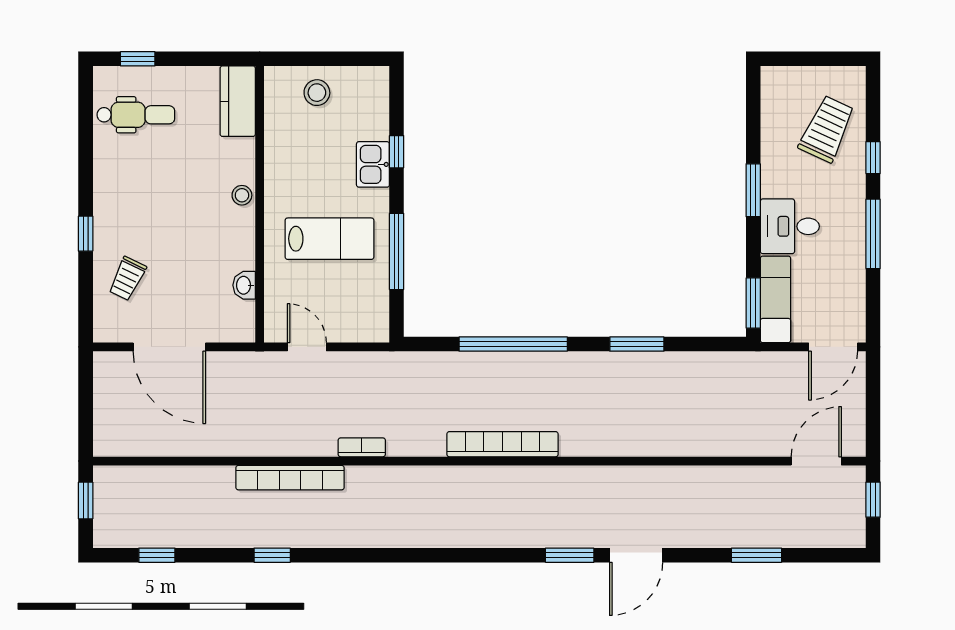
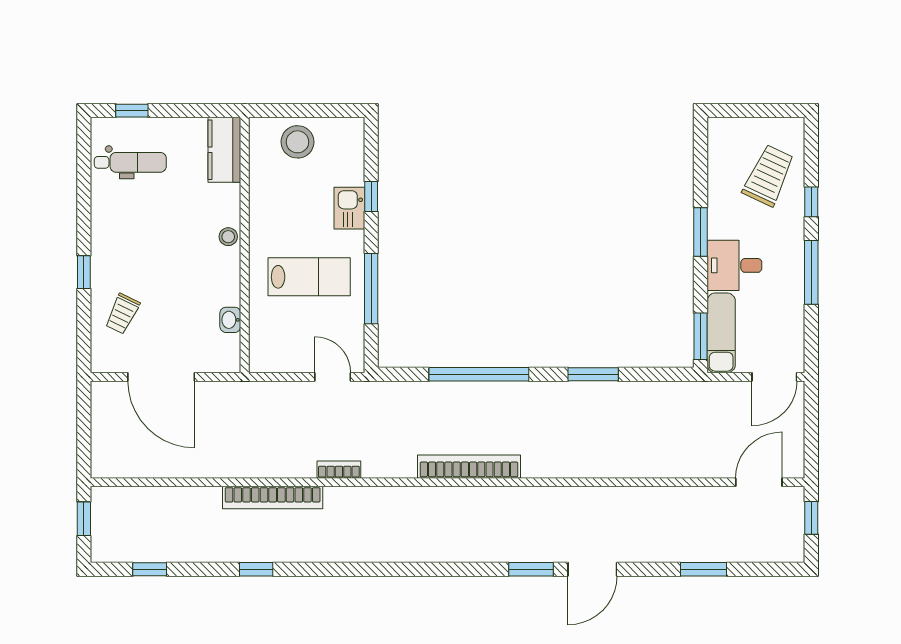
stool: (317, 93) -> (297, 142), width x1.38, depth x1.38
door: (307, 347) -> (333, 377), moved

